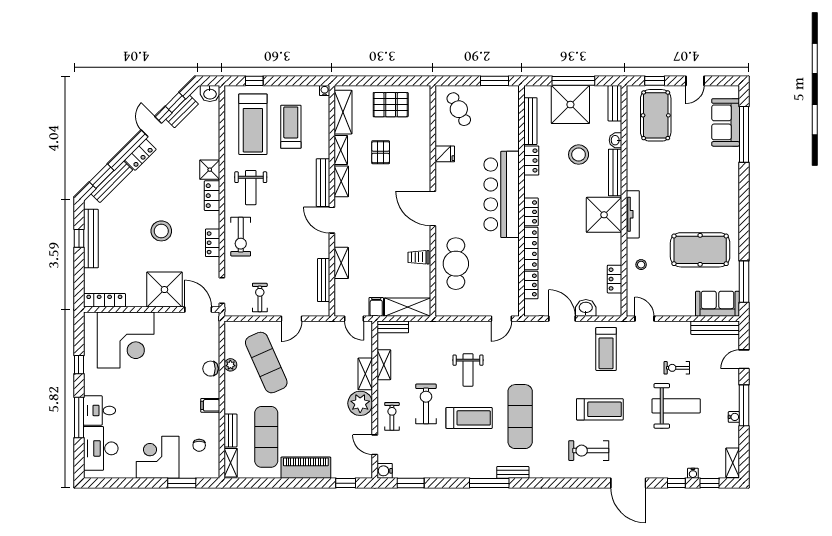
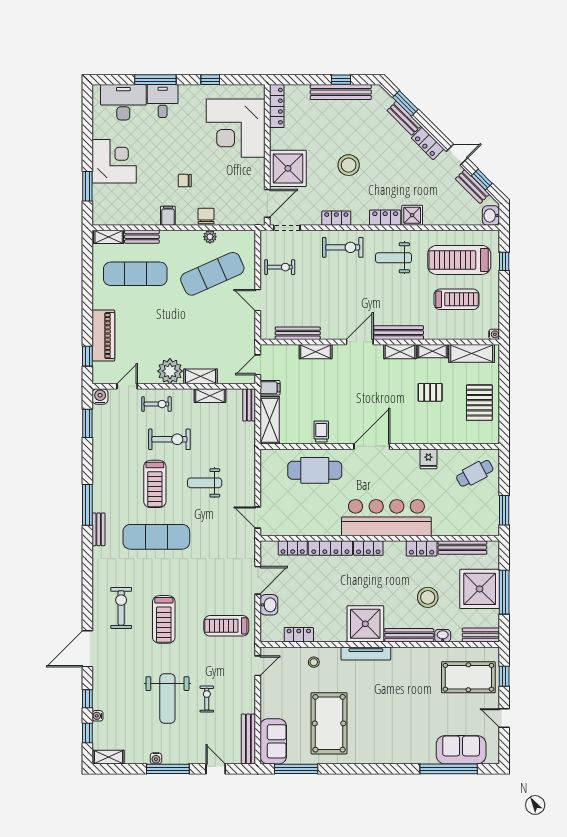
bench: (112, 182) -> (404, 118), width x0.73
exercise bike: (241, 237) -> (343, 247), turned 180
chair: (199, 445) -> (185, 181), moved
piano: (306, 468) -> (103, 336), moved

